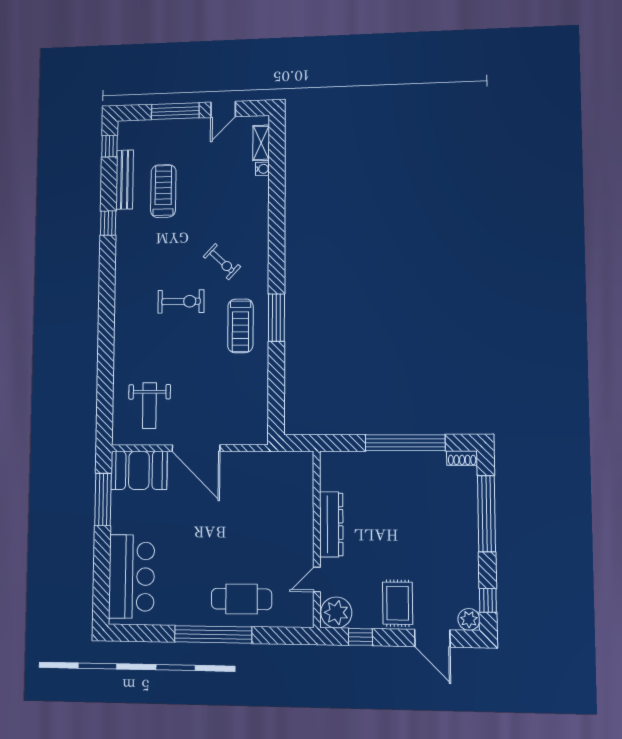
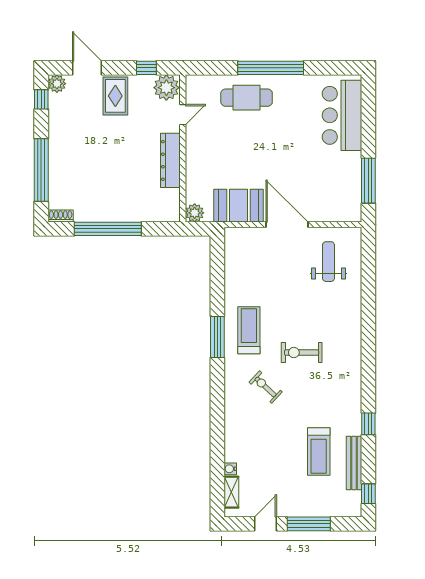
plant: (303, 462) -> (195, 213), added
booth: (139, 470) -> (238, 206), moved

